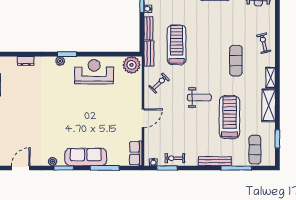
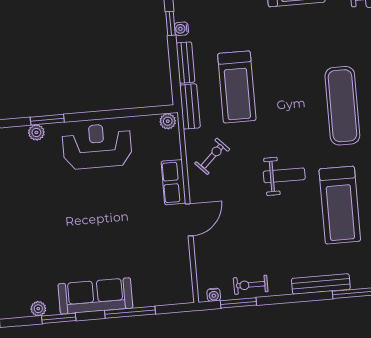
treadmill: (177, 45) -> (237, 87), turned 180
exercise mat: (236, 61) -> (342, 106), width x1.36, depth x1.45
plant: (132, 65) -> (168, 121), width x0.53, depth x0.53
treadmill: (230, 117) -> (340, 205), turned 180
row of seats: (136, 153) -> (174, 182), moved

